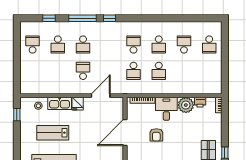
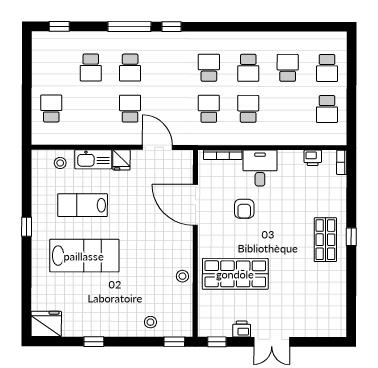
window: (49, 18) -> (59, 26), moved
school desk: (33, 45) -> (51, 109), moved
school desk: (134, 71) -> (209, 109), turned 180
school desk: (159, 71) -> (248, 109), turned 180
school desk: (209, 71) -> (327, 109), added
door: (101, 96) -> (157, 147), hinge flipped
plant: (186, 105) -> (290, 162), removed
window: (17, 115) -> (27, 227), moved
door: (125, 132) -> (195, 205), hinge flipped

